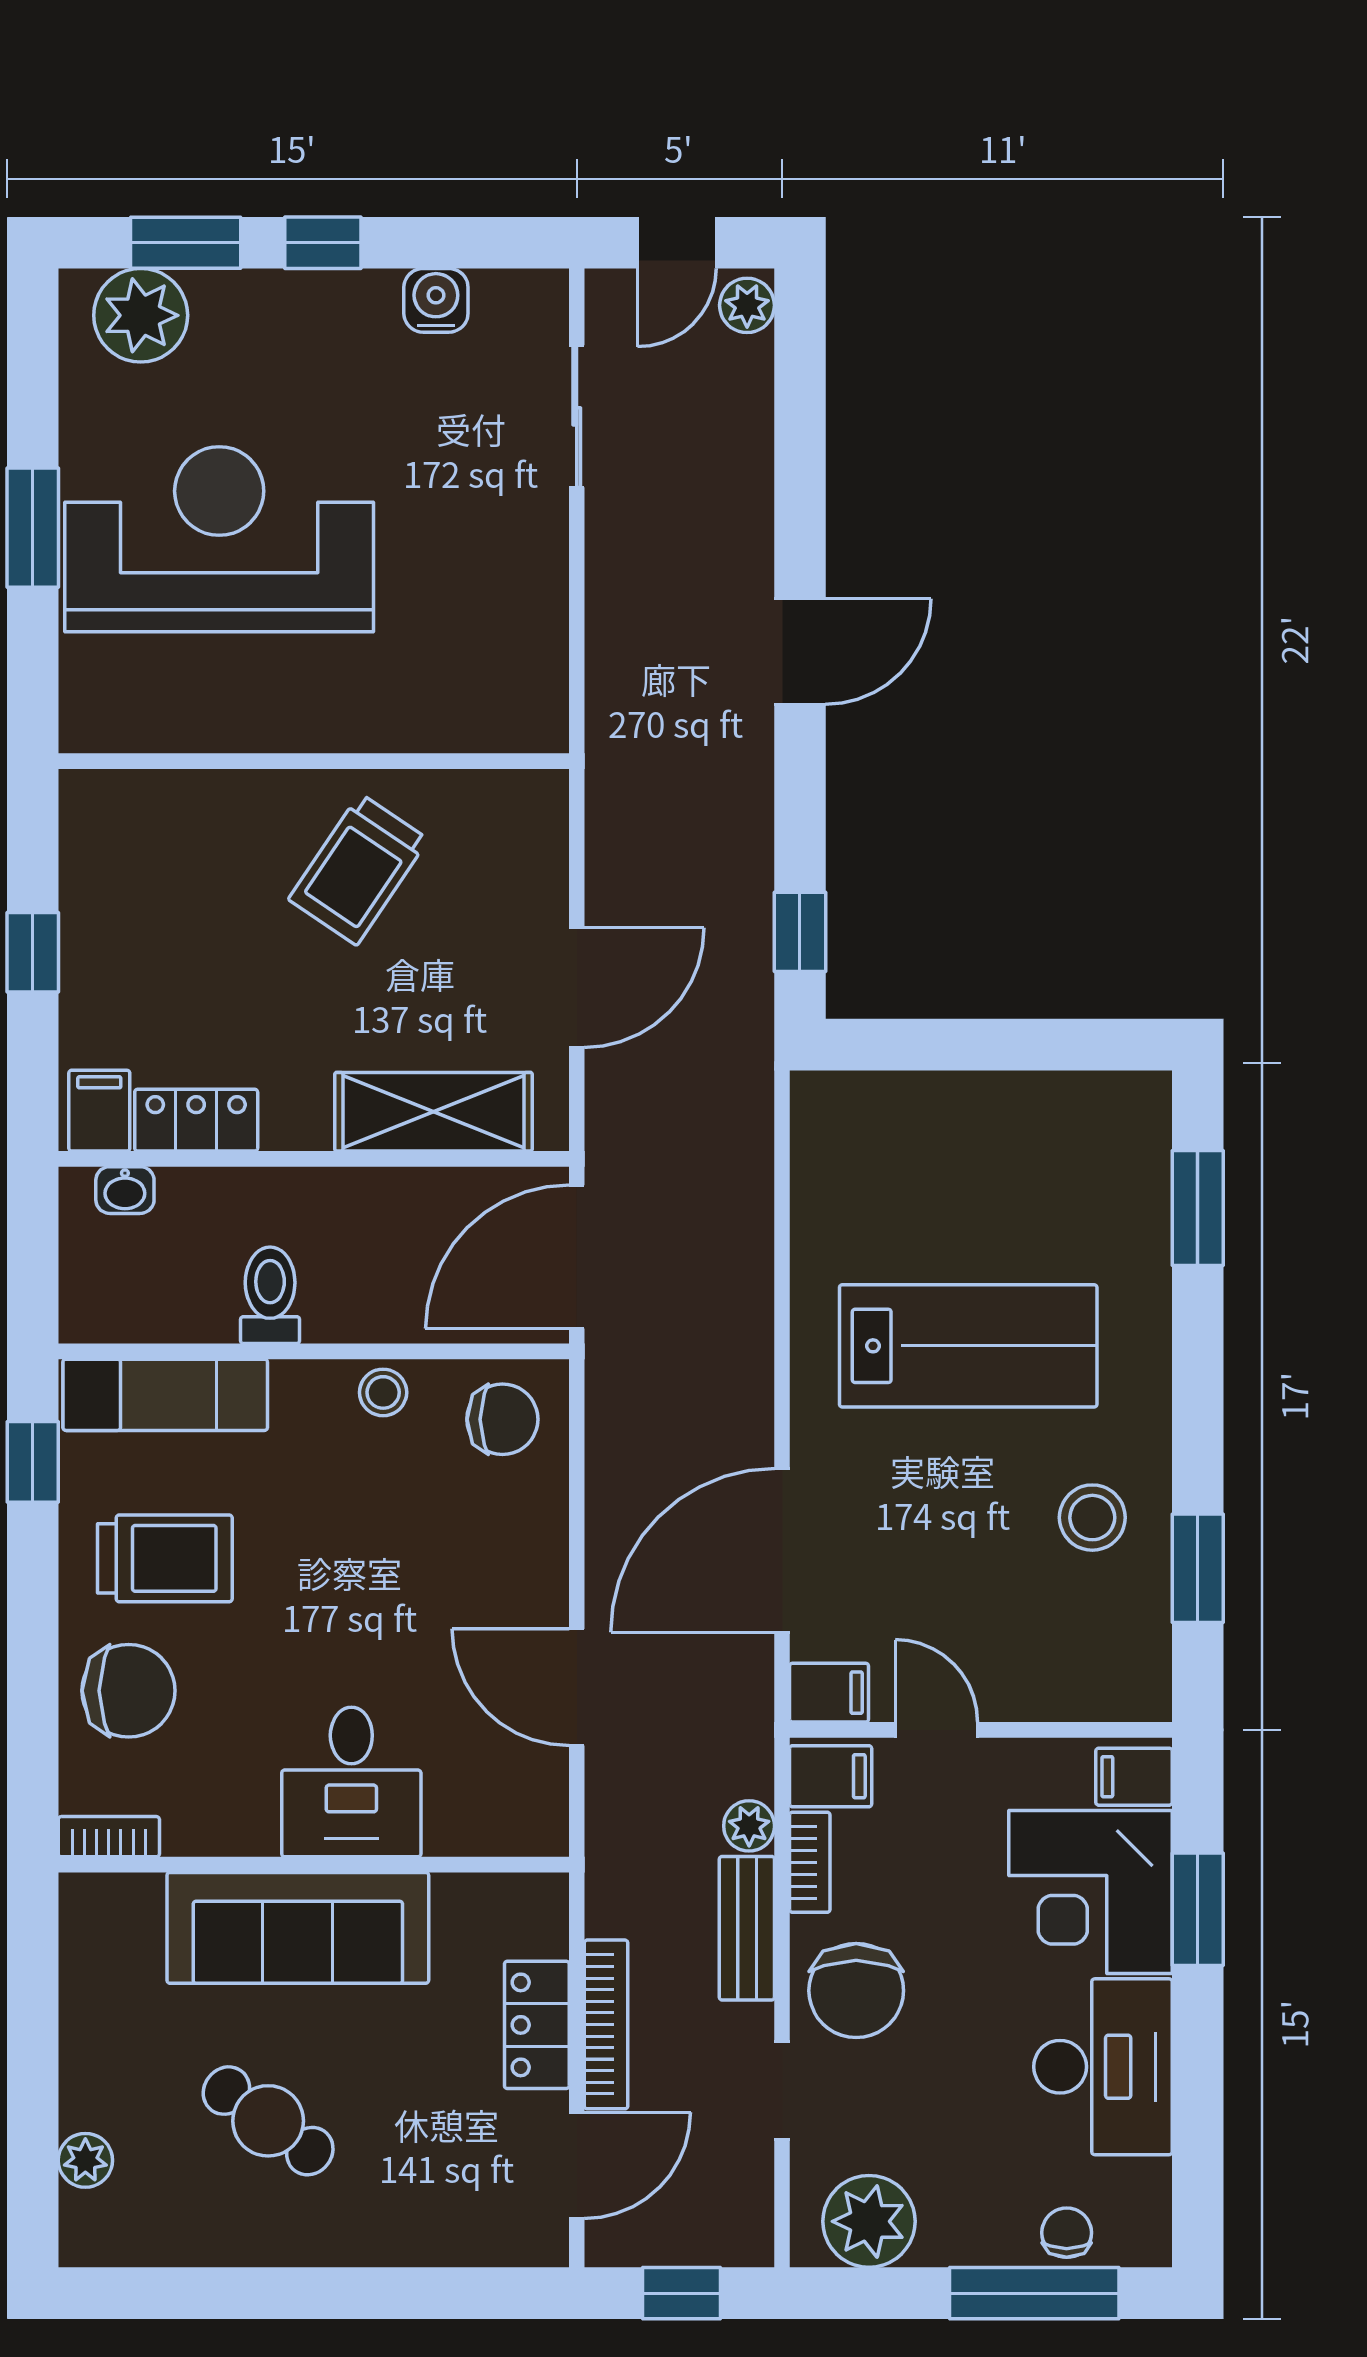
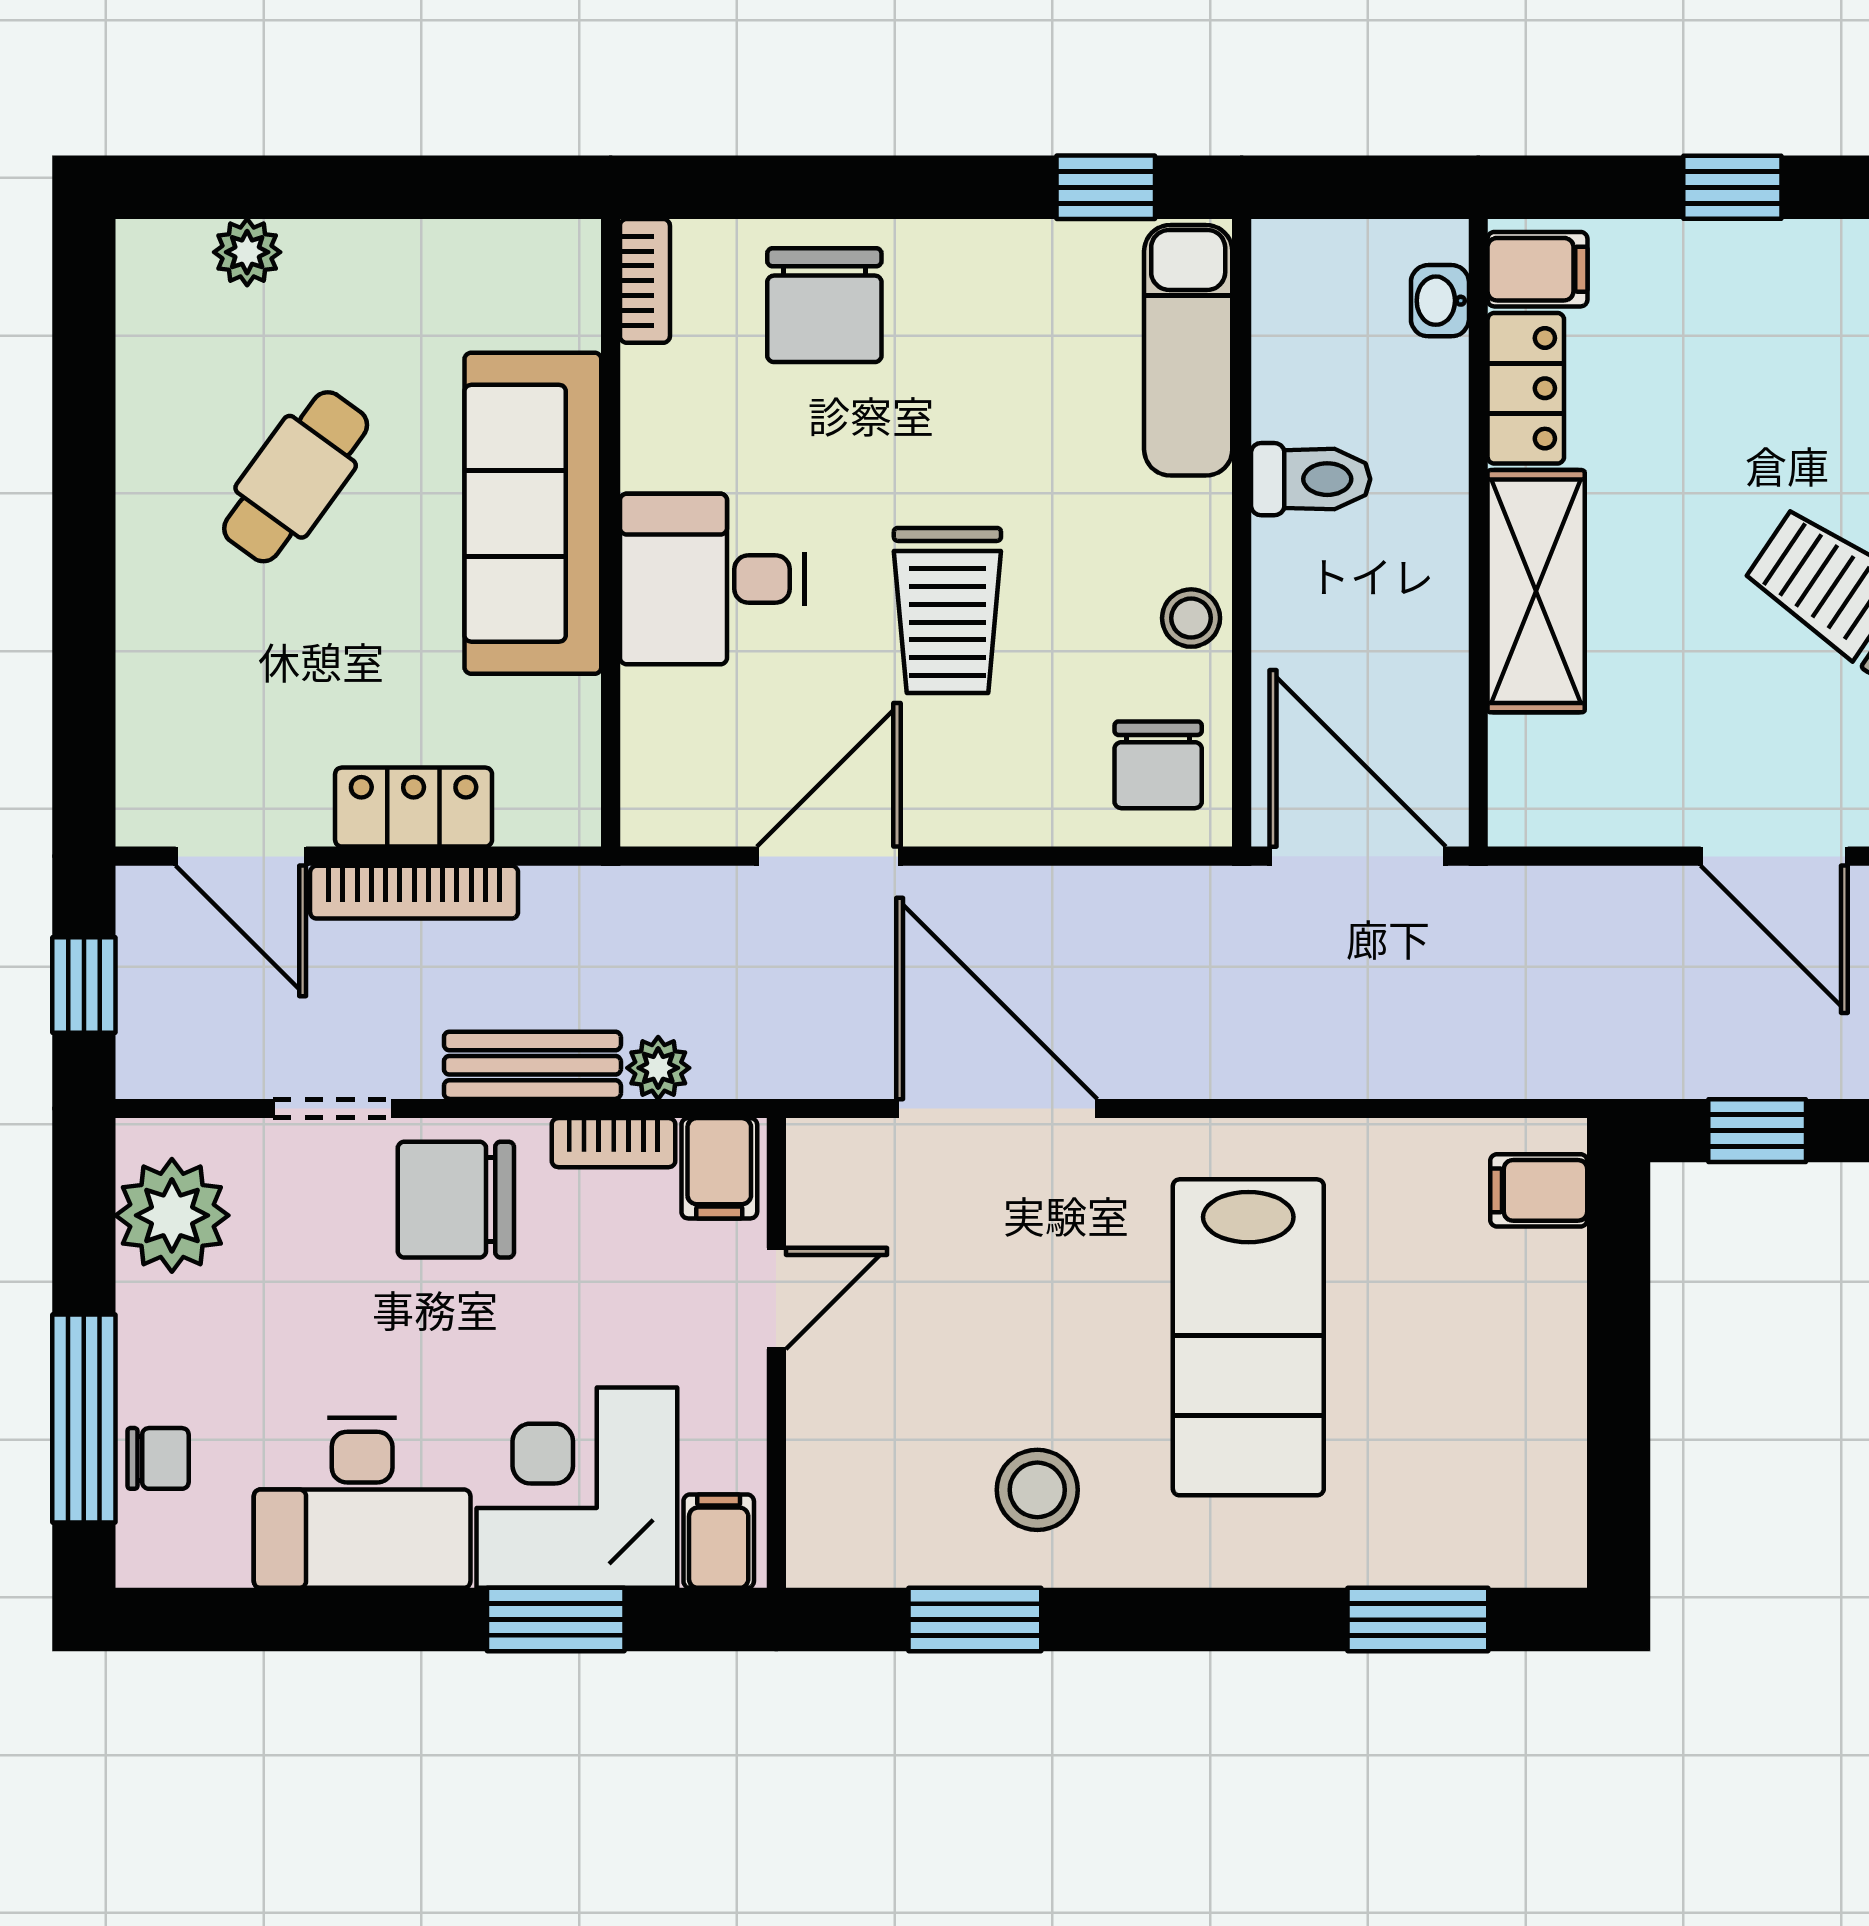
door: (577, 987) -> (1774, 856), moved
shelving: (433, 1112) -> (1536, 591), moved
trolley: (165, 1558) -> (947, 610), moved
filing cabinet: (829, 1693) -> (1539, 1190), moved, turned 90

